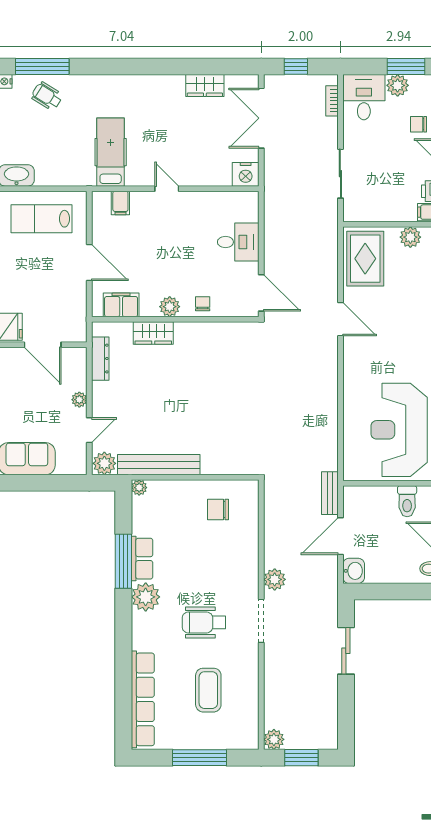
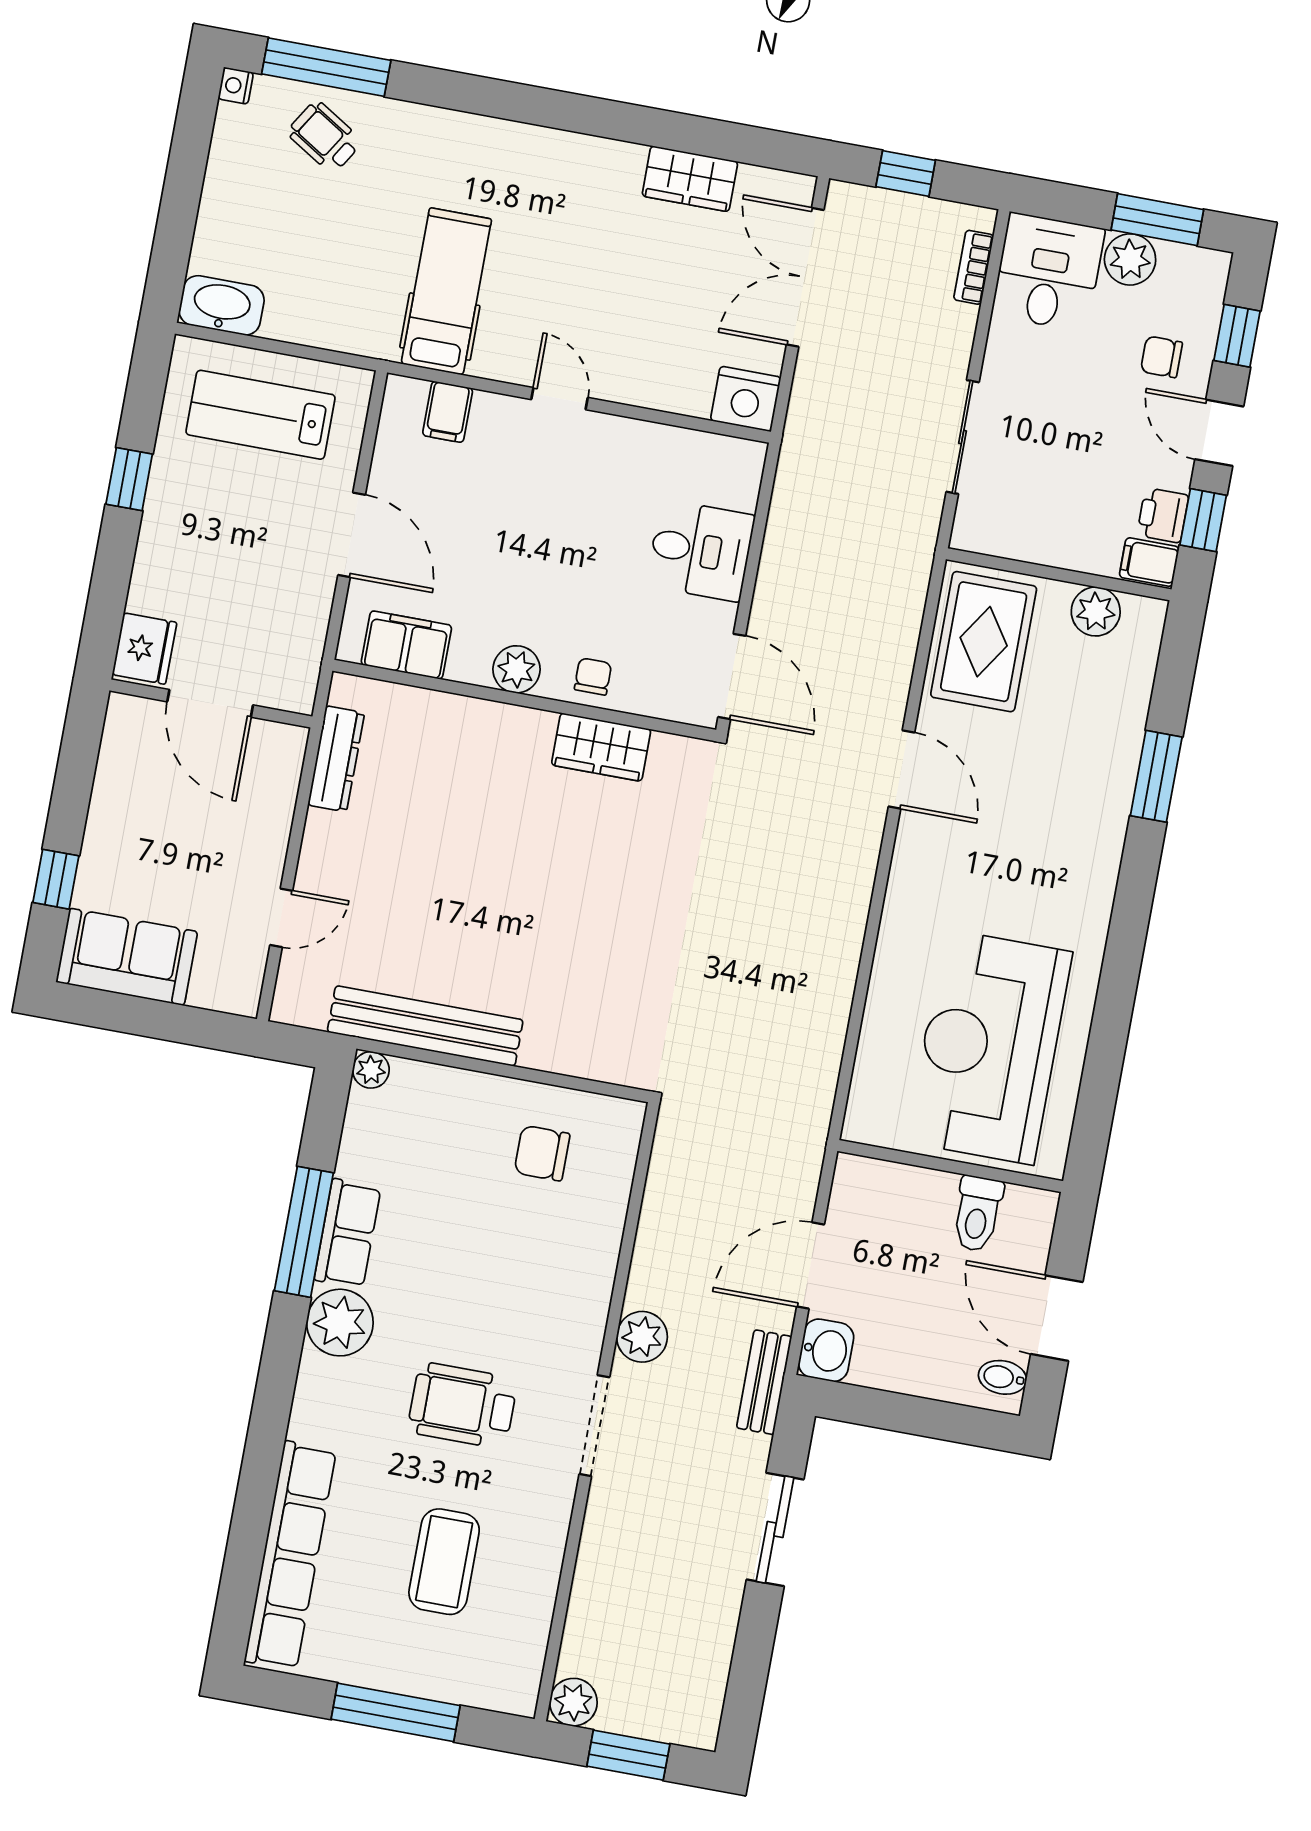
wardrobe: (153, 333) -> (601, 747), moved
plant: (79, 400) -> (271, 844), removed
plant: (104, 463) -> (302, 1000), removed
bench: (330, 493) -> (764, 1382), moved

